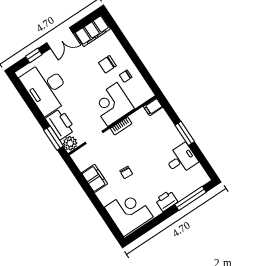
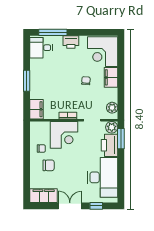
filing cabinet: (153, 107) -> (36, 109), width x2.00
desk: (181, 159) -> (41, 48), moved
plant: (83, 163) -> (112, 108), added
filing cabinet: (94, 178) -> (111, 77), moved

